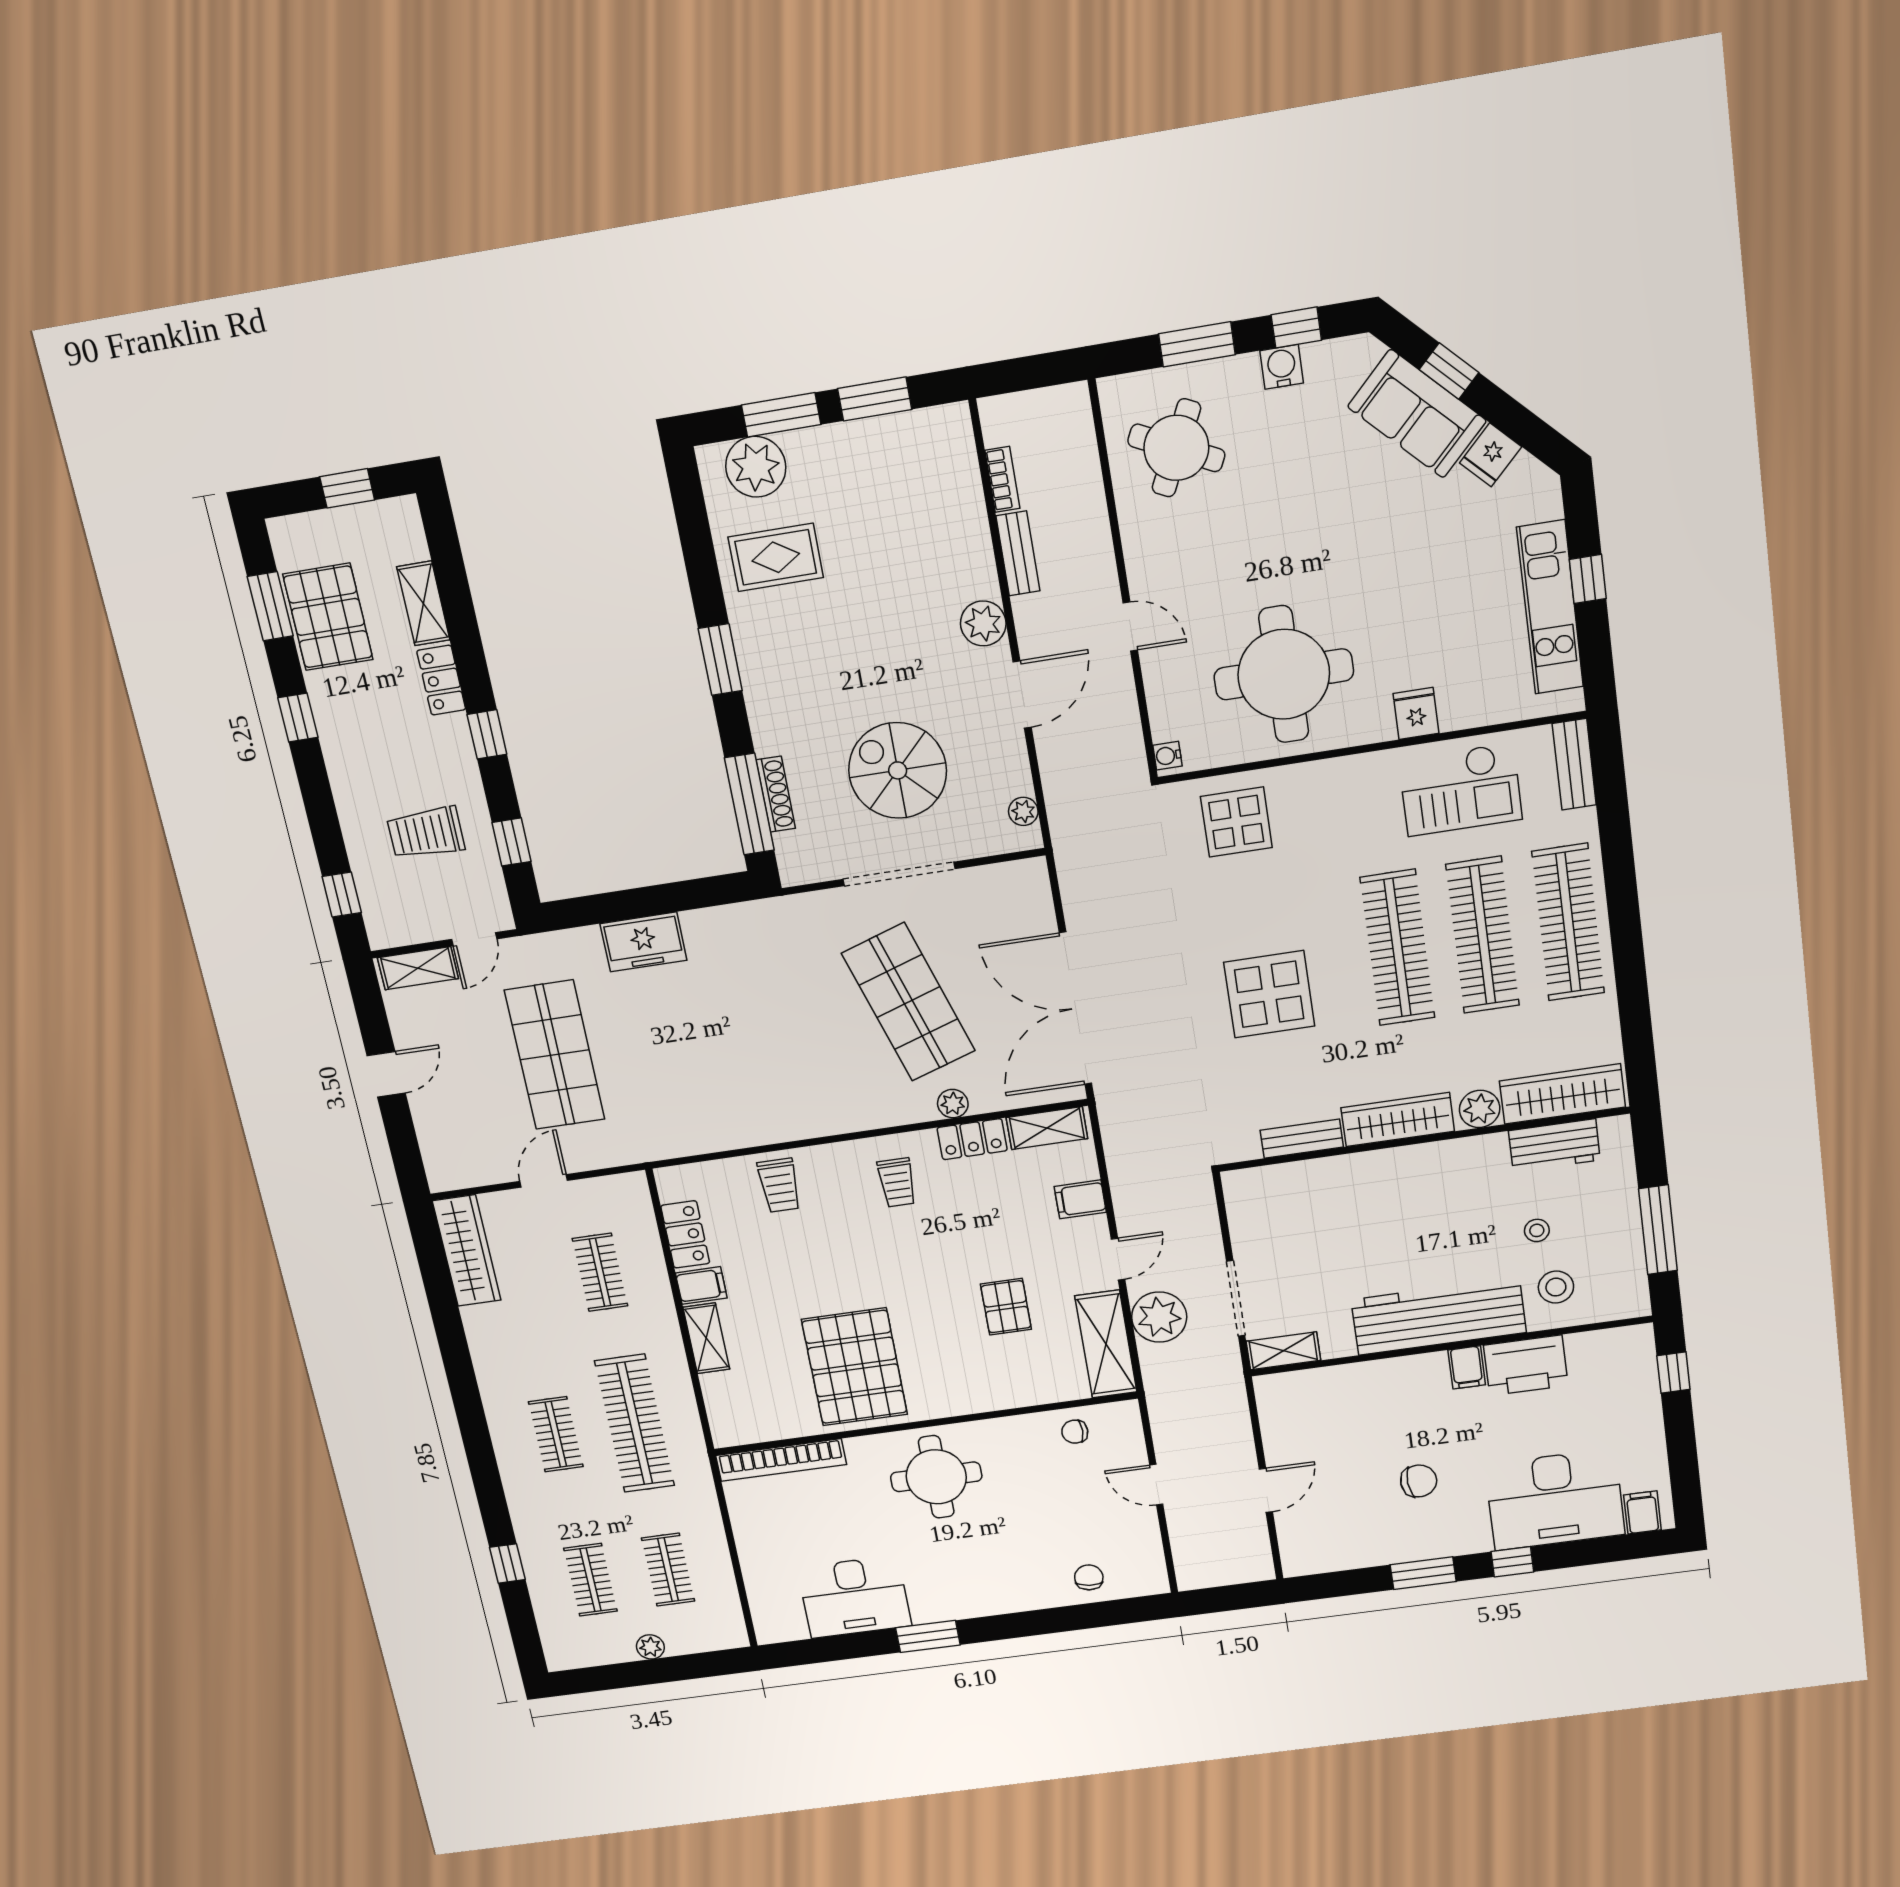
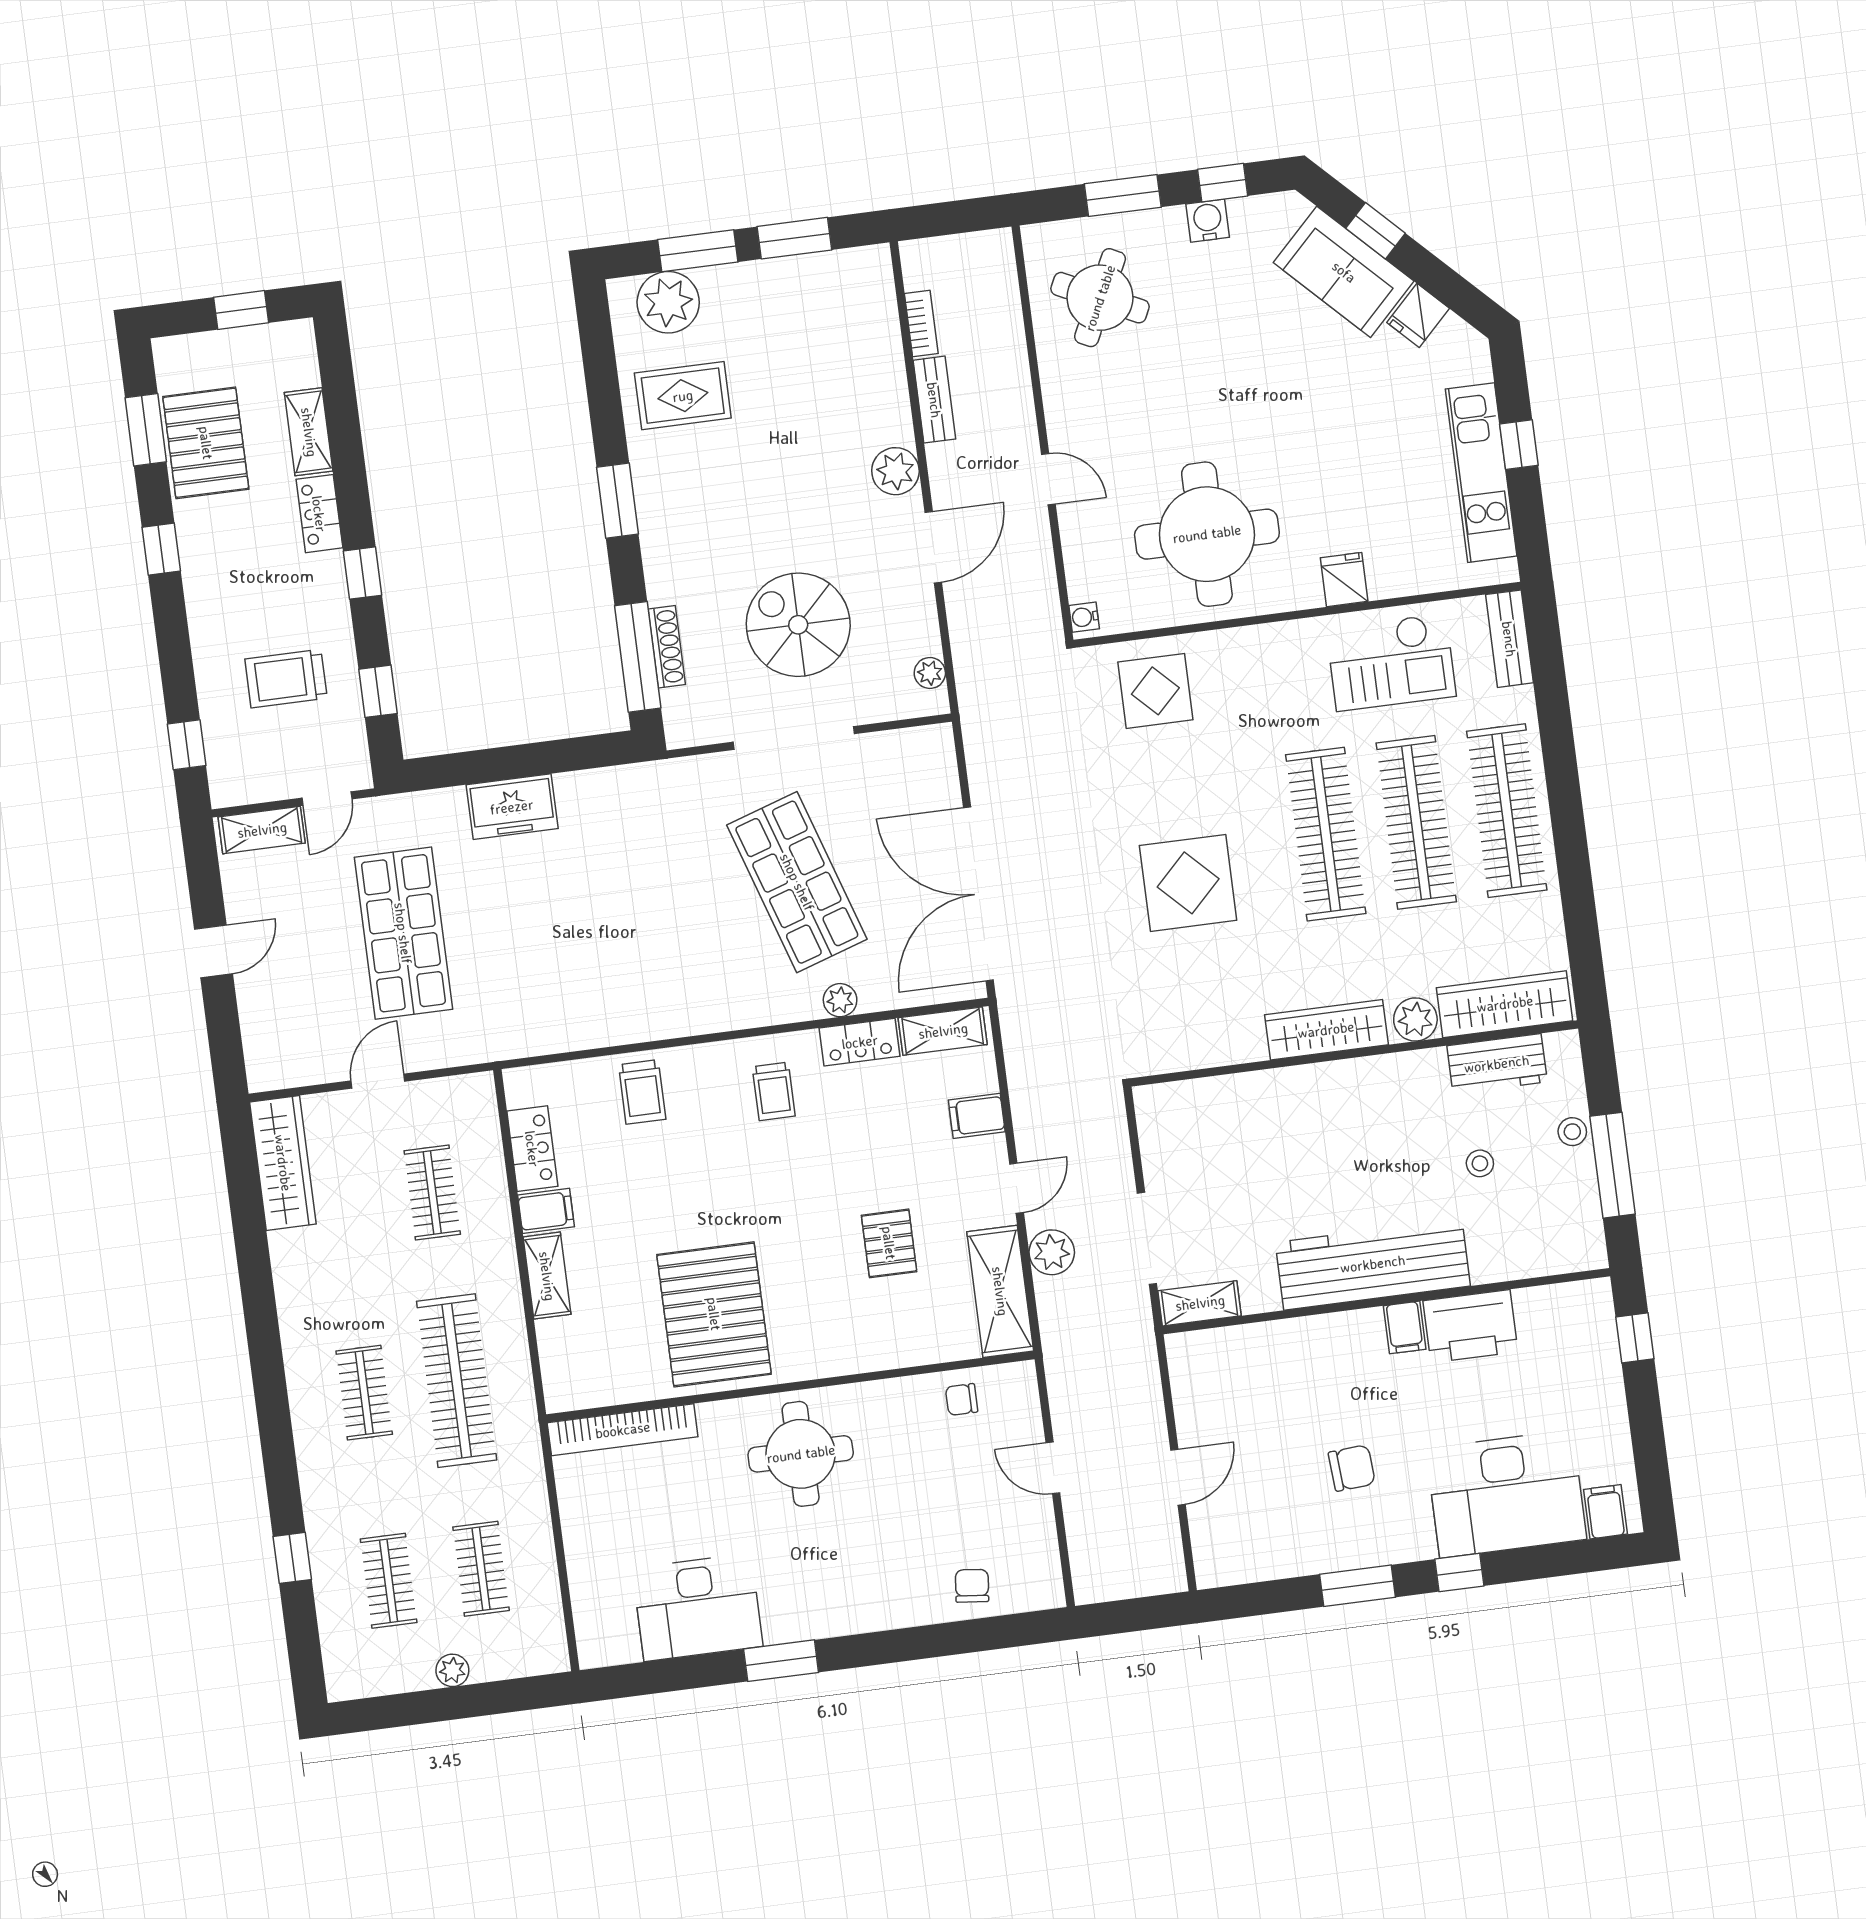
bench: (1302, 1139) -> (1222, 1050), removed
stool: (1556, 1287) -> (1572, 1132), moved, width x0.73, depth x0.73
plant: (1159, 1317) -> (1052, 1252), width x0.73, depth x0.73

